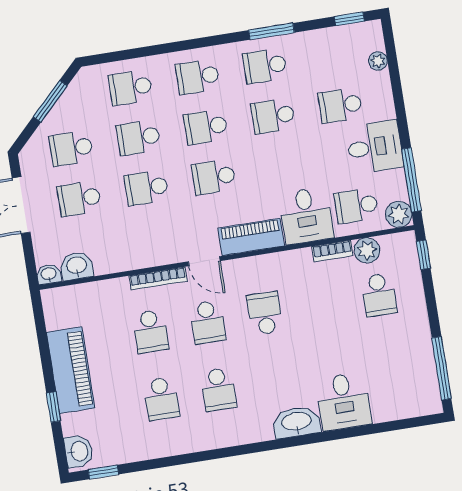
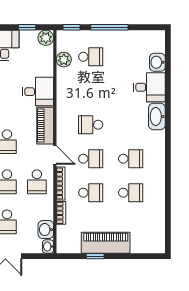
window: (411, 180) -> (27, 27), width x0.46
school desk: (356, 206) -> (37, 182), moved
bookcase: (332, 251) -> (61, 213), moved
door: (204, 261) -> (55, 155), hinge flipped
window: (442, 368) -> (109, 27), moved
window: (53, 407) -> (95, 256), moved
washbasin: (79, 451) -> (157, 62), moved, turned -90
window: (103, 472) -> (168, 233), removed

